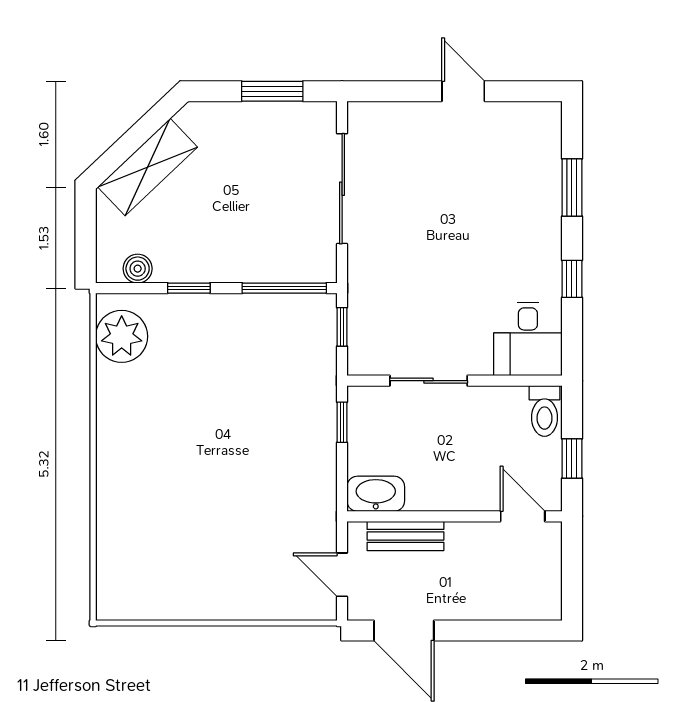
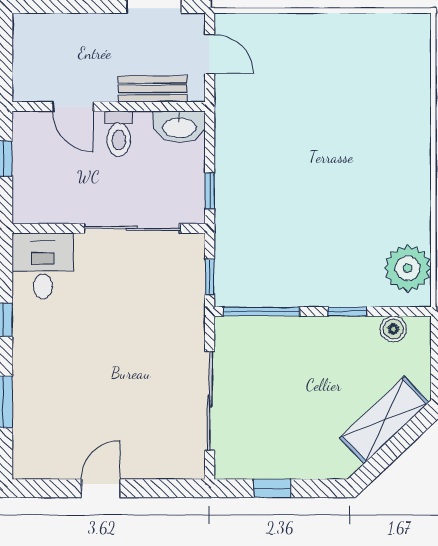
window: (272, 91) -> (272, 488), width x0.67
door: (463, 91) -> (101, 488), swing flipped
sliding door: (429, 381) -> (132, 228), width x1.37
toilet: (544, 411) -> (119, 134), moved, turned 180
door: (523, 516) -> (73, 107), moved

